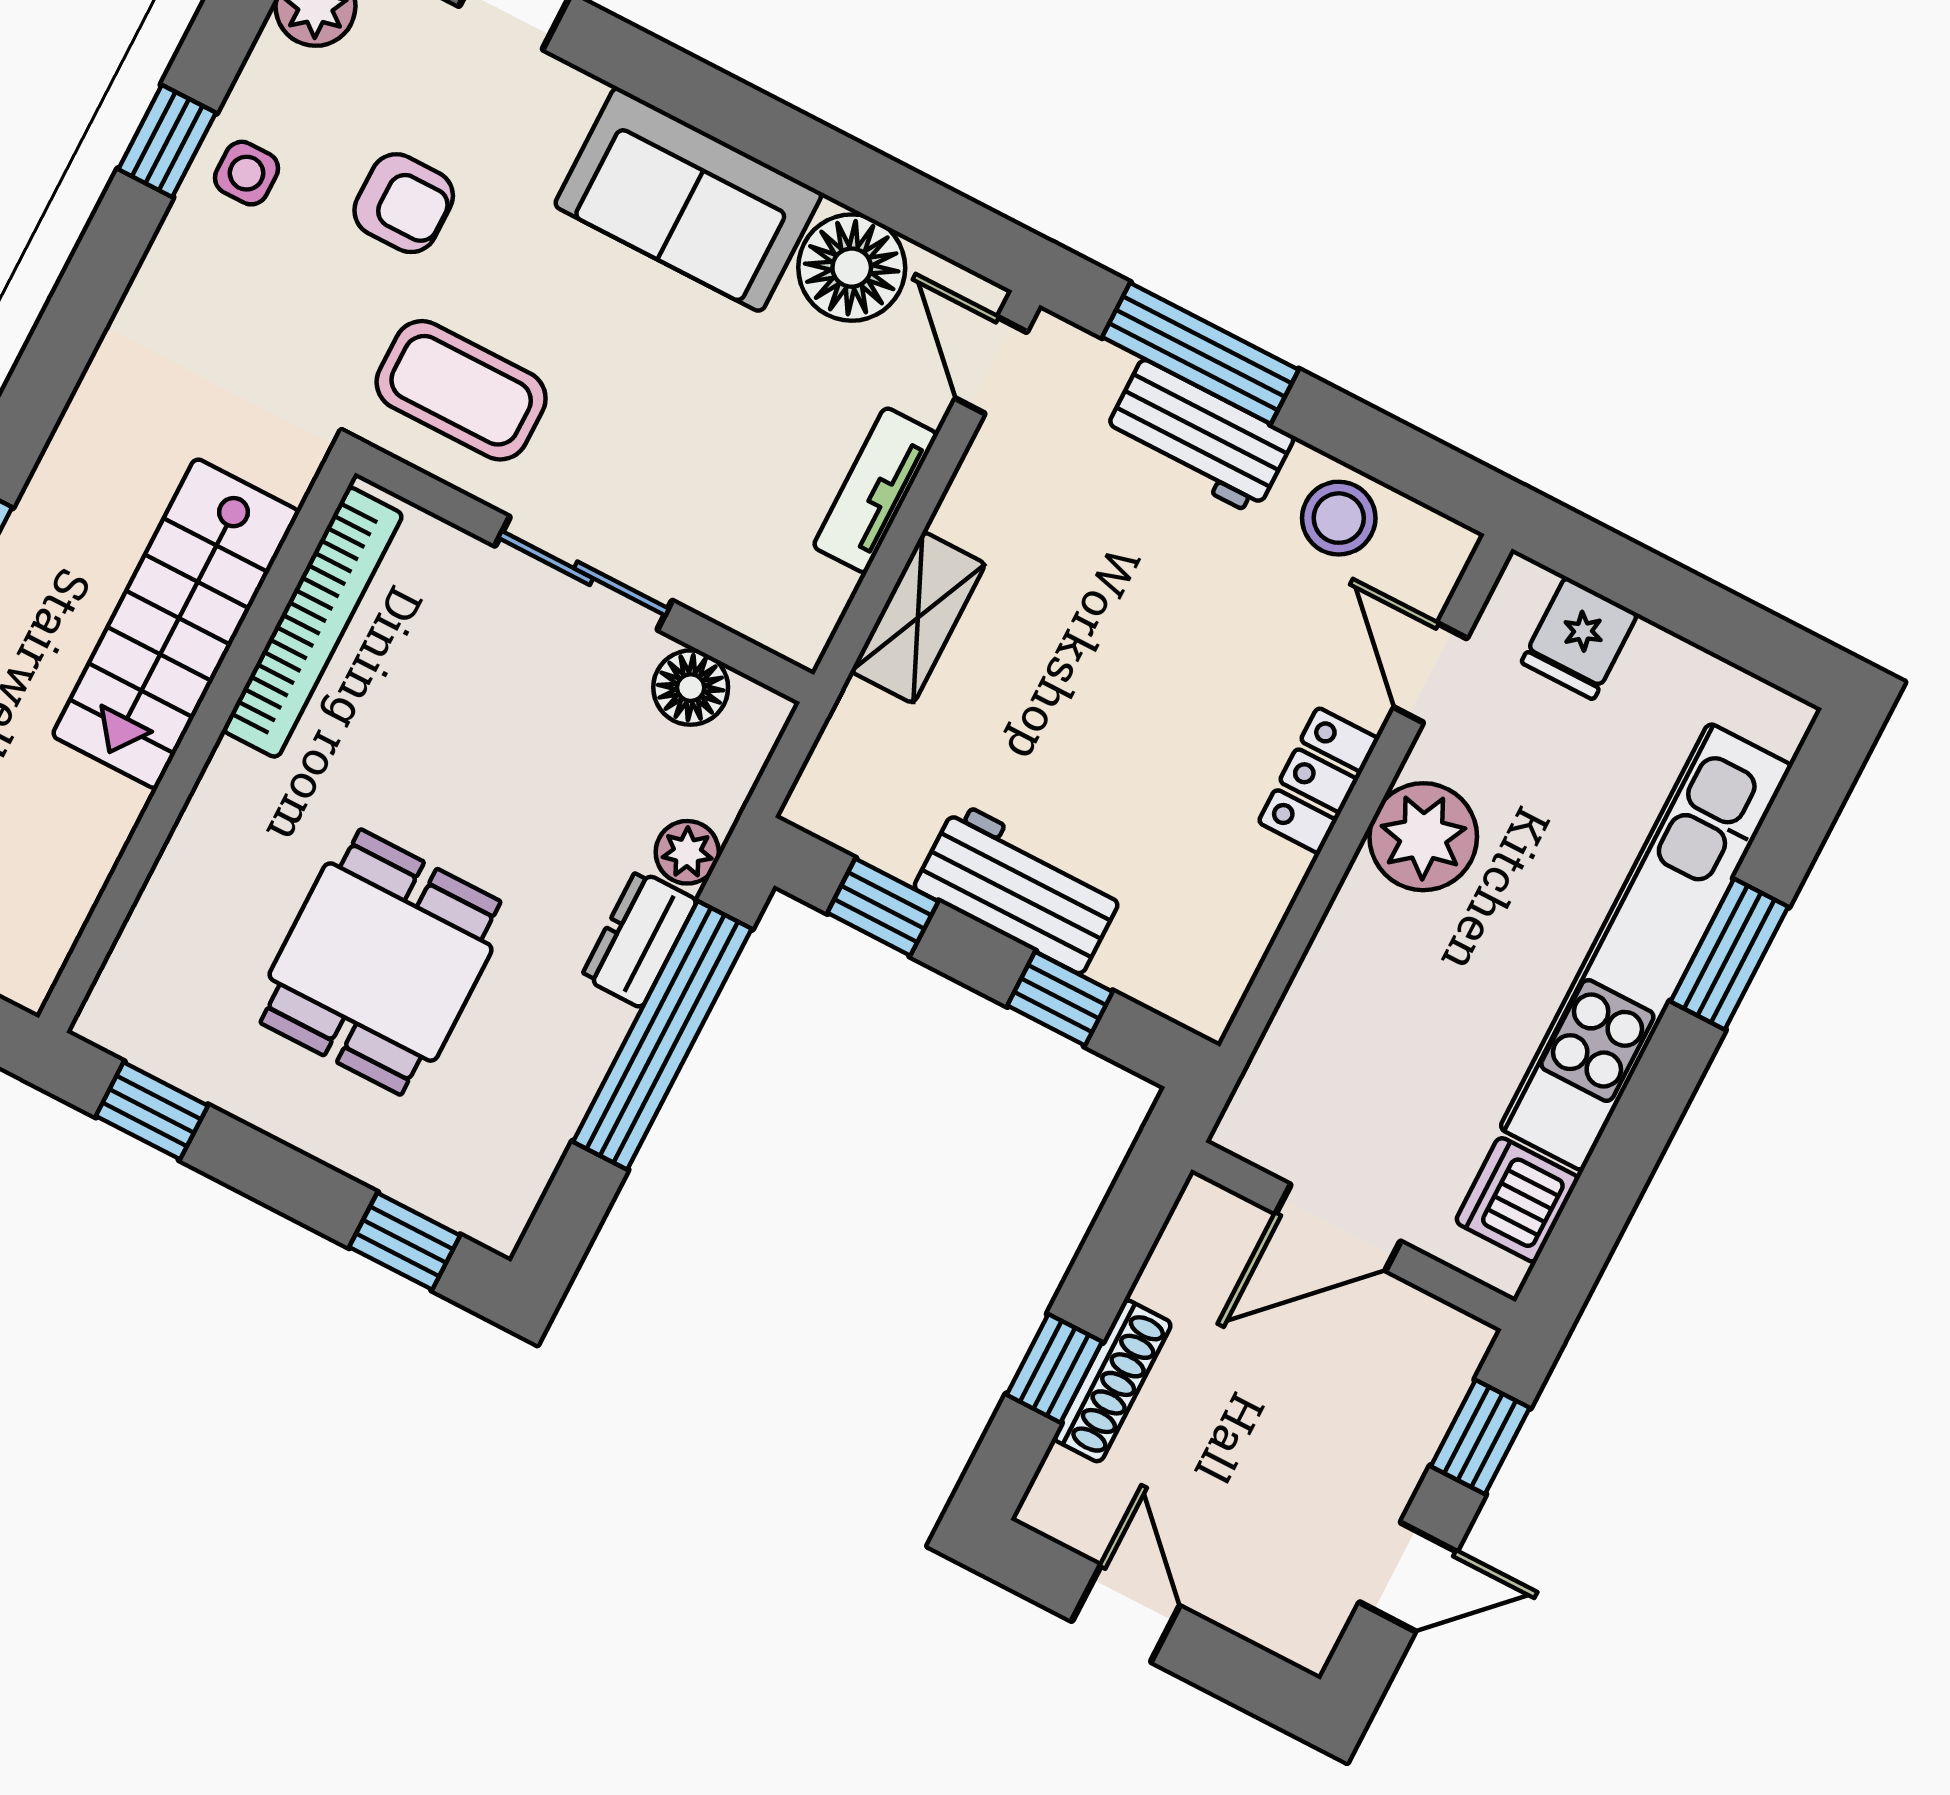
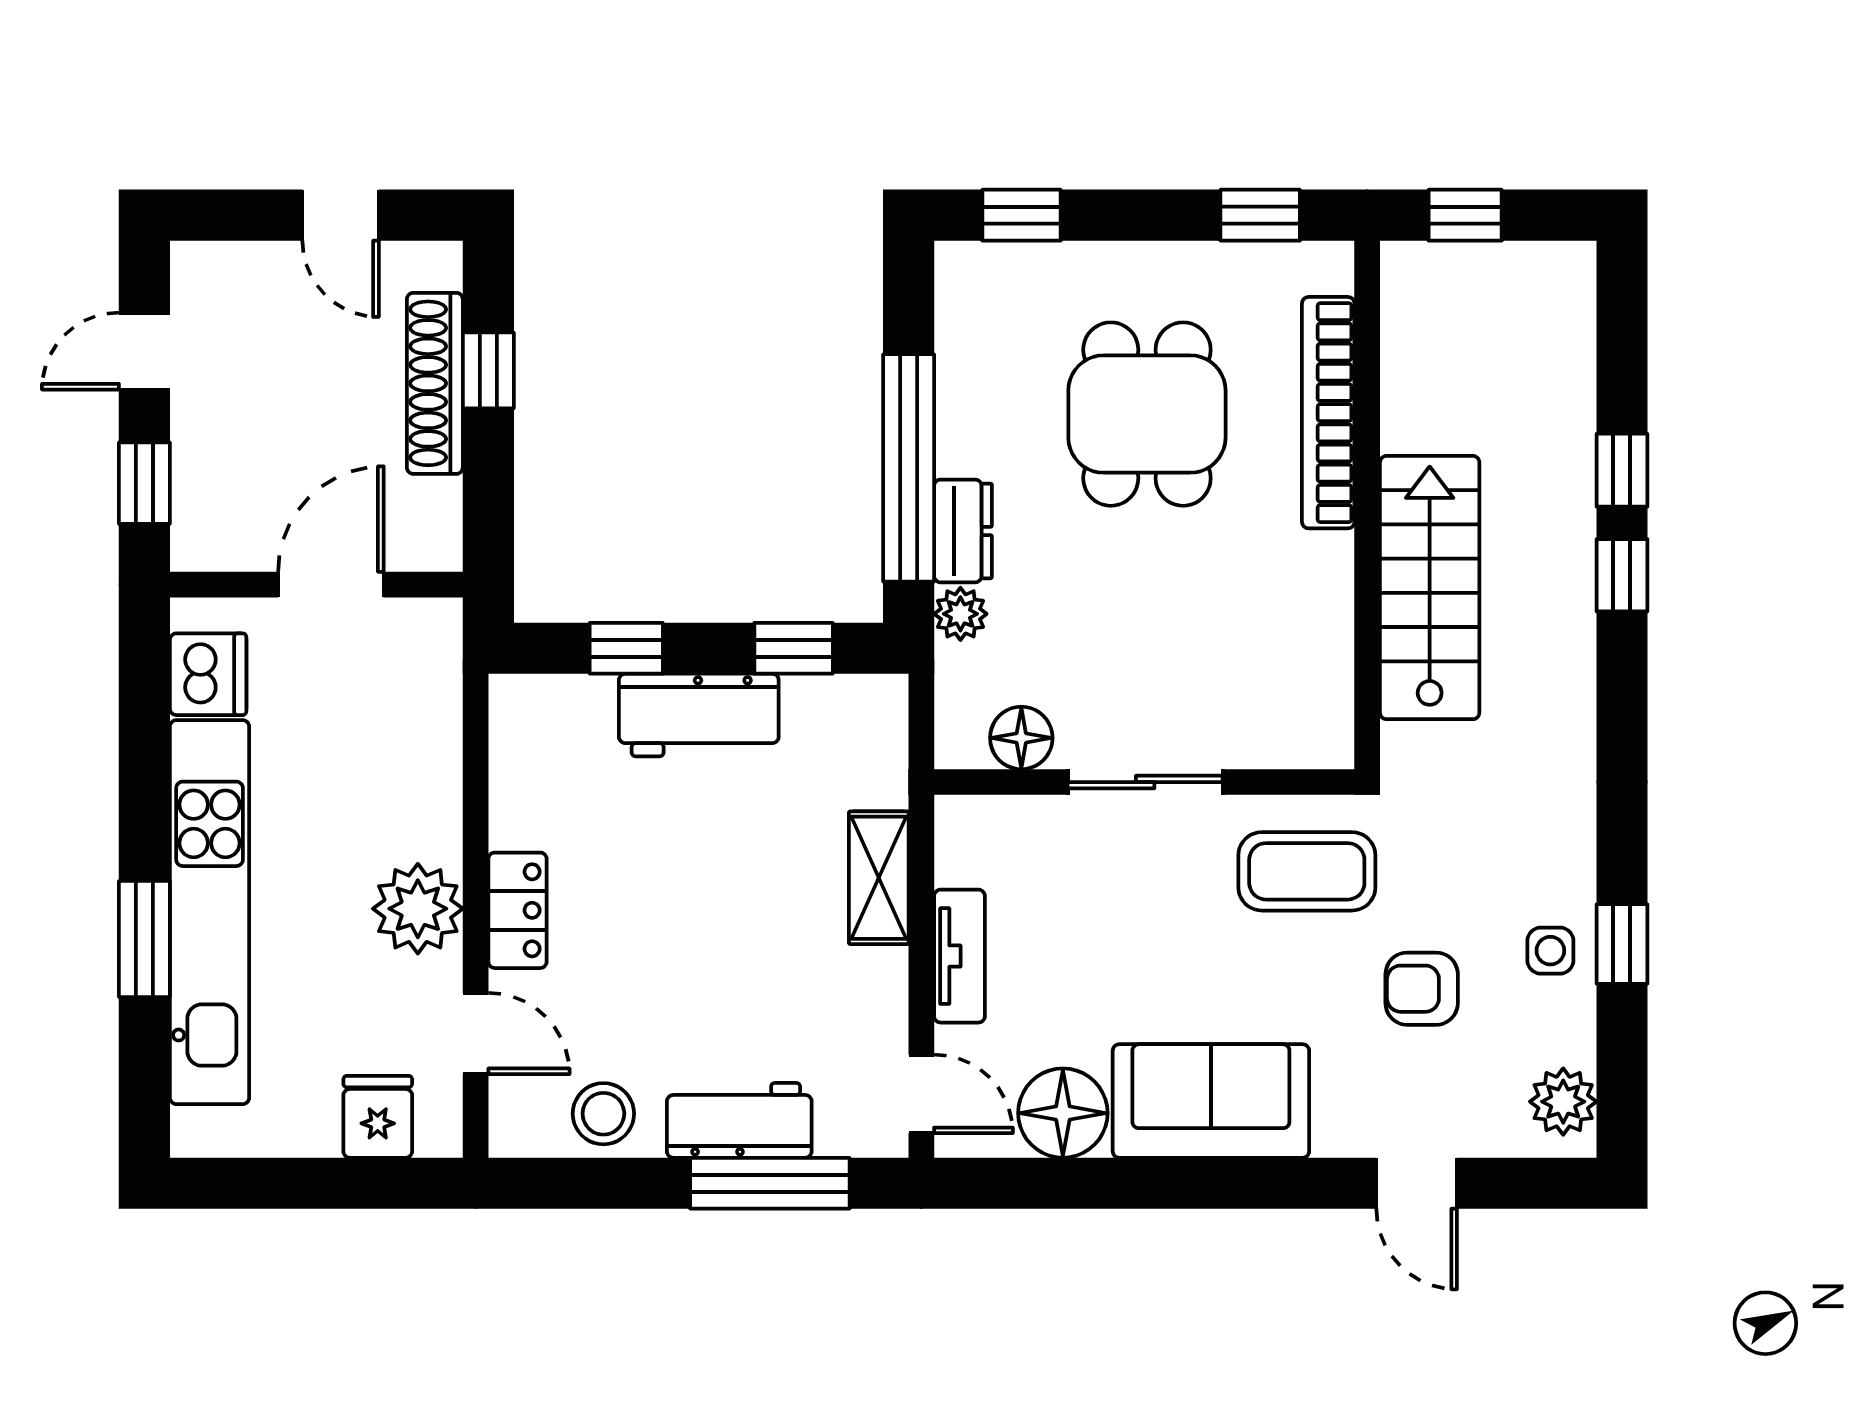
bookcase: (313, 622) -> (1328, 413), moved
shoe rack: (1112, 1381) -> (435, 383), width x1.36, depth x1.24

